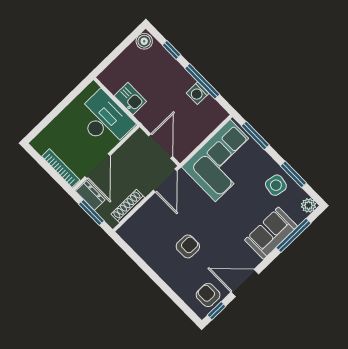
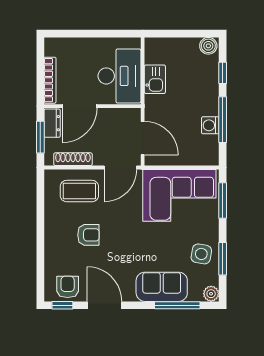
door: (161, 146) -> (143, 138), hinge flipped
coffee table: (153, 223) -> (79, 191), added

